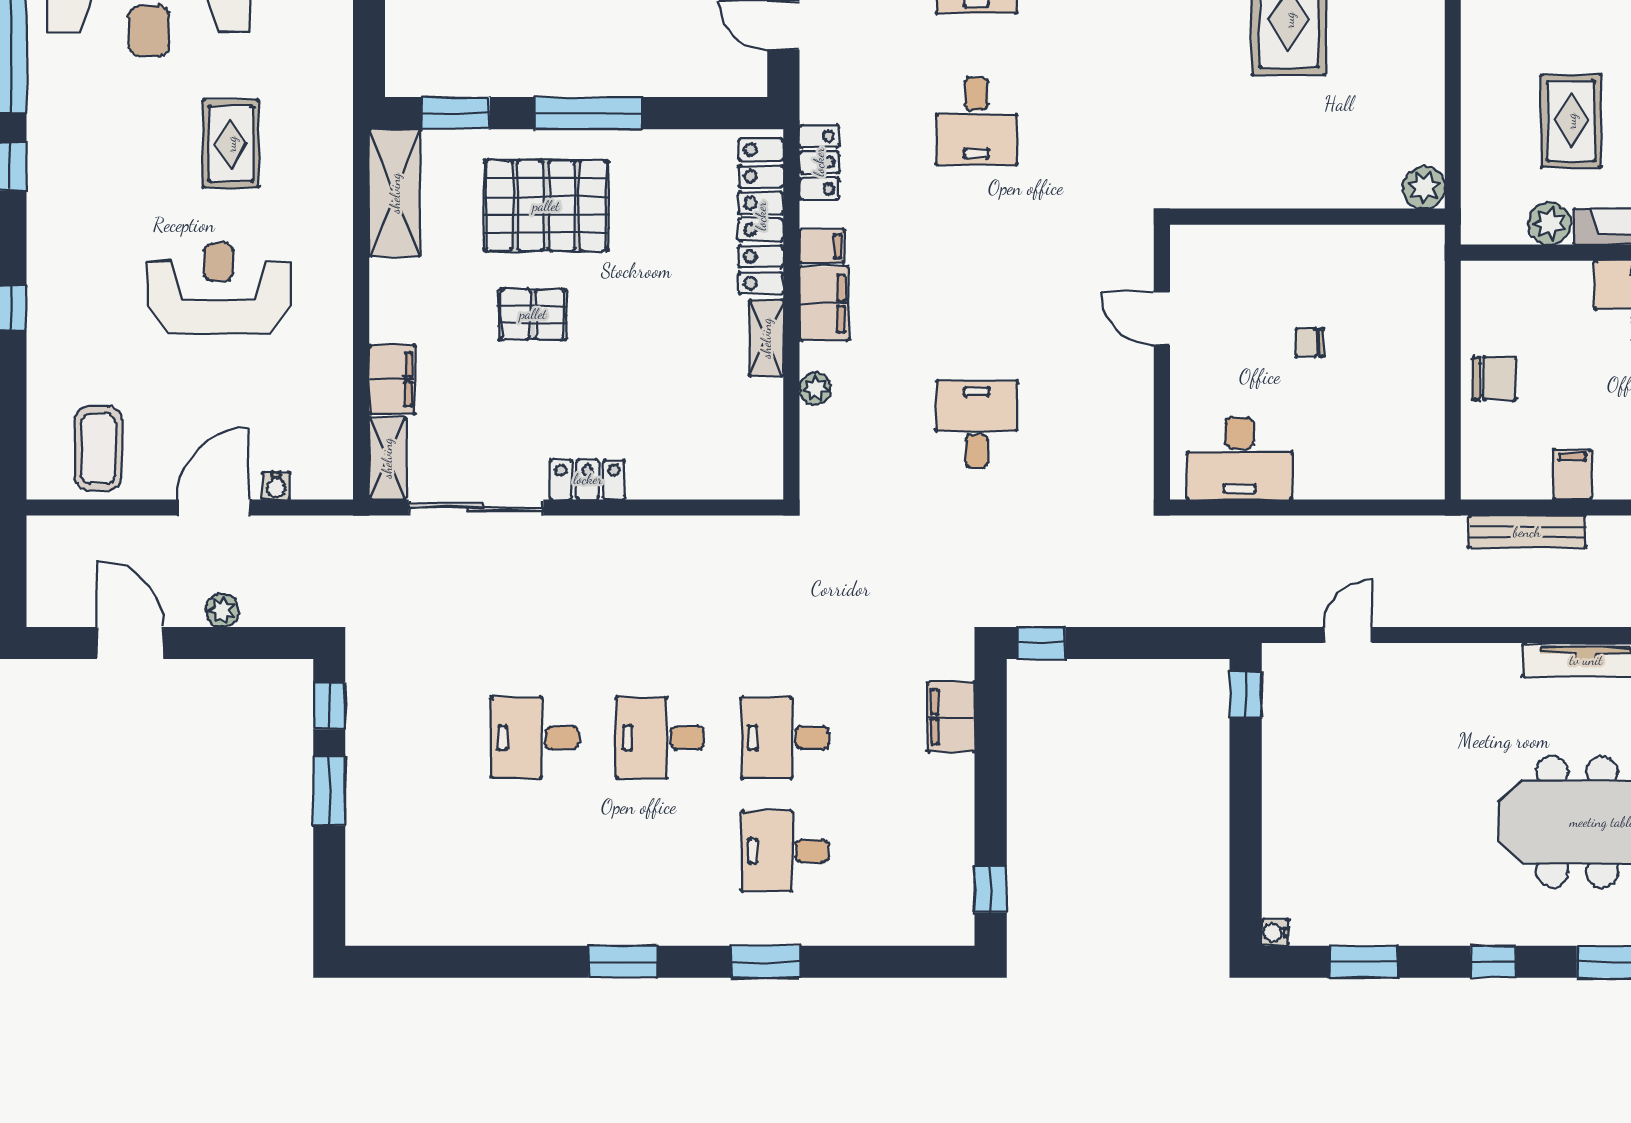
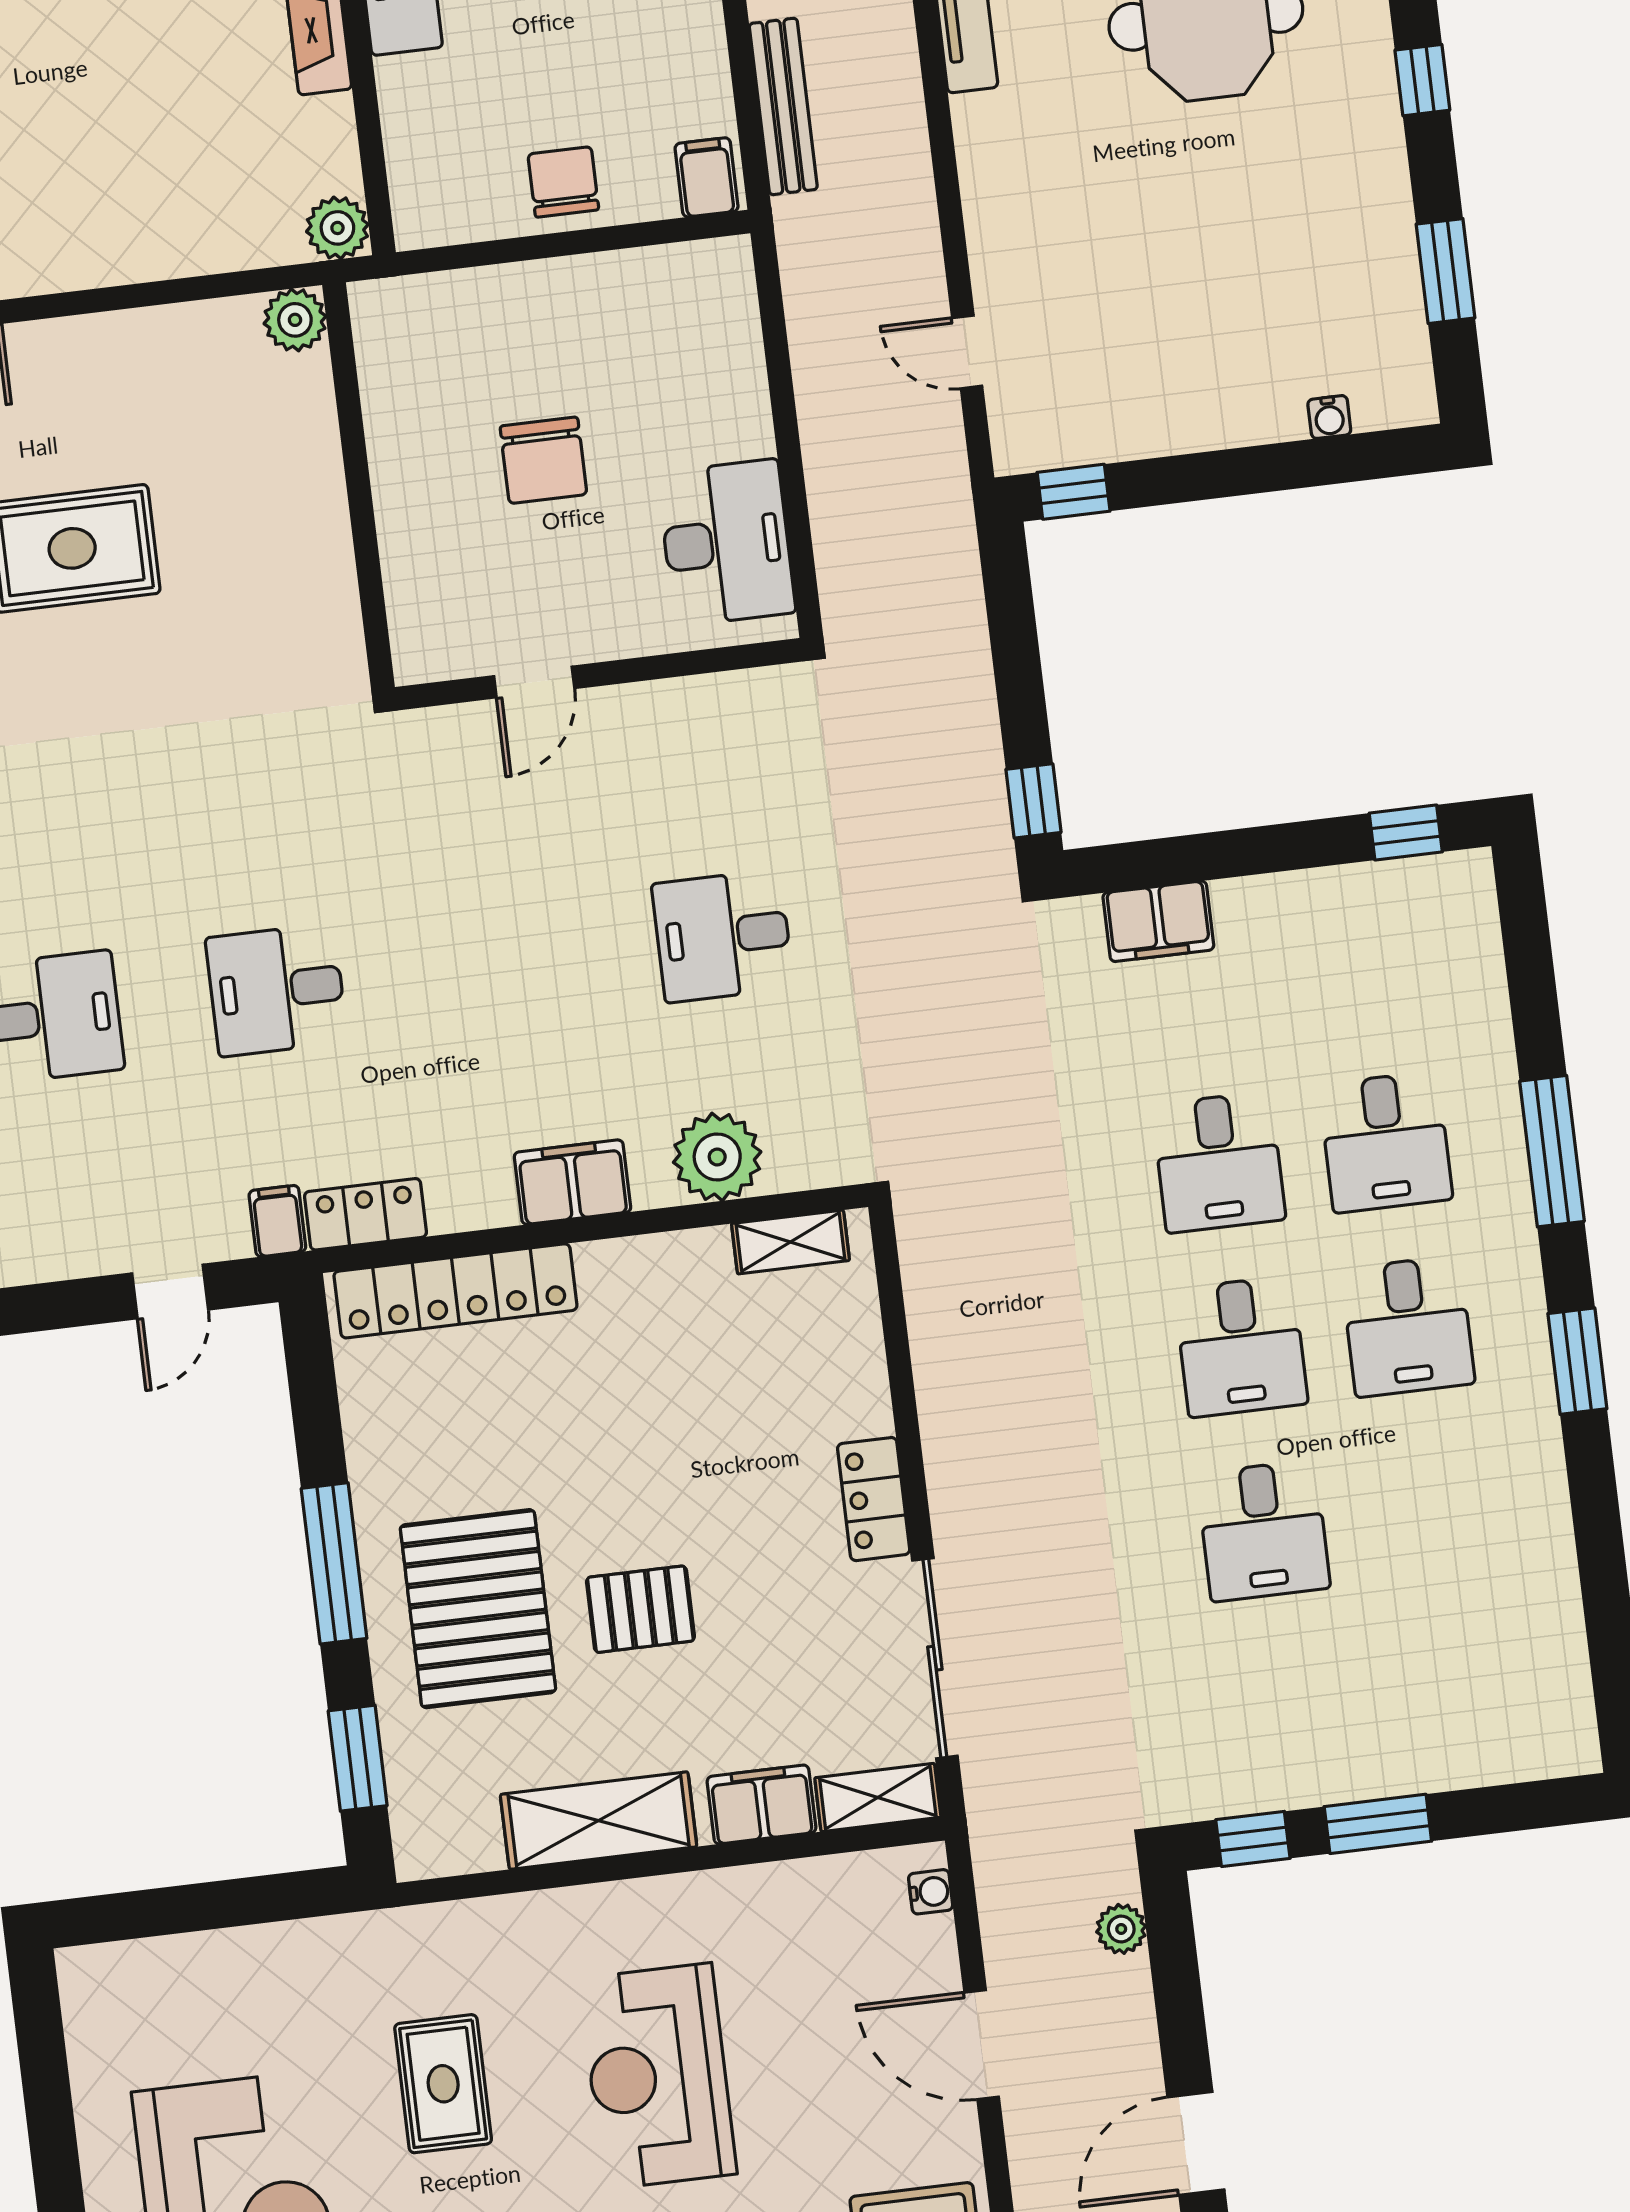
desk: (977, 121) -> (277, 990), turned 180
rug: (1571, 121) -> (171, 115), removed
rug: (231, 144) -> (443, 2084), turned 90
shelving: (395, 193) -> (599, 1821), moved
plant: (1549, 223) -> (337, 228), moved
filing cabinet: (822, 246) -> (277, 1221), moved
pallet: (533, 314) -> (640, 1609), turned 90
shelving: (766, 338) -> (790, 1242), moved
chair: (1310, 343) -> (543, 460), width x1.87, depth x1.87
plant: (815, 389) -> (717, 1157), width x1.87, depth x1.87
filing cabinet: (1572, 475) -> (707, 177), moved, turned 90
water cooler: (276, 486) -> (931, 1892), moved
plant: (222, 610) -> (1121, 1929), moved
desk: (660, 851) -> (1408, 1326), added
water cooler: (1275, 932) -> (1329, 417), moved
window: (765, 962) -> (1552, 1151), width x1.44

